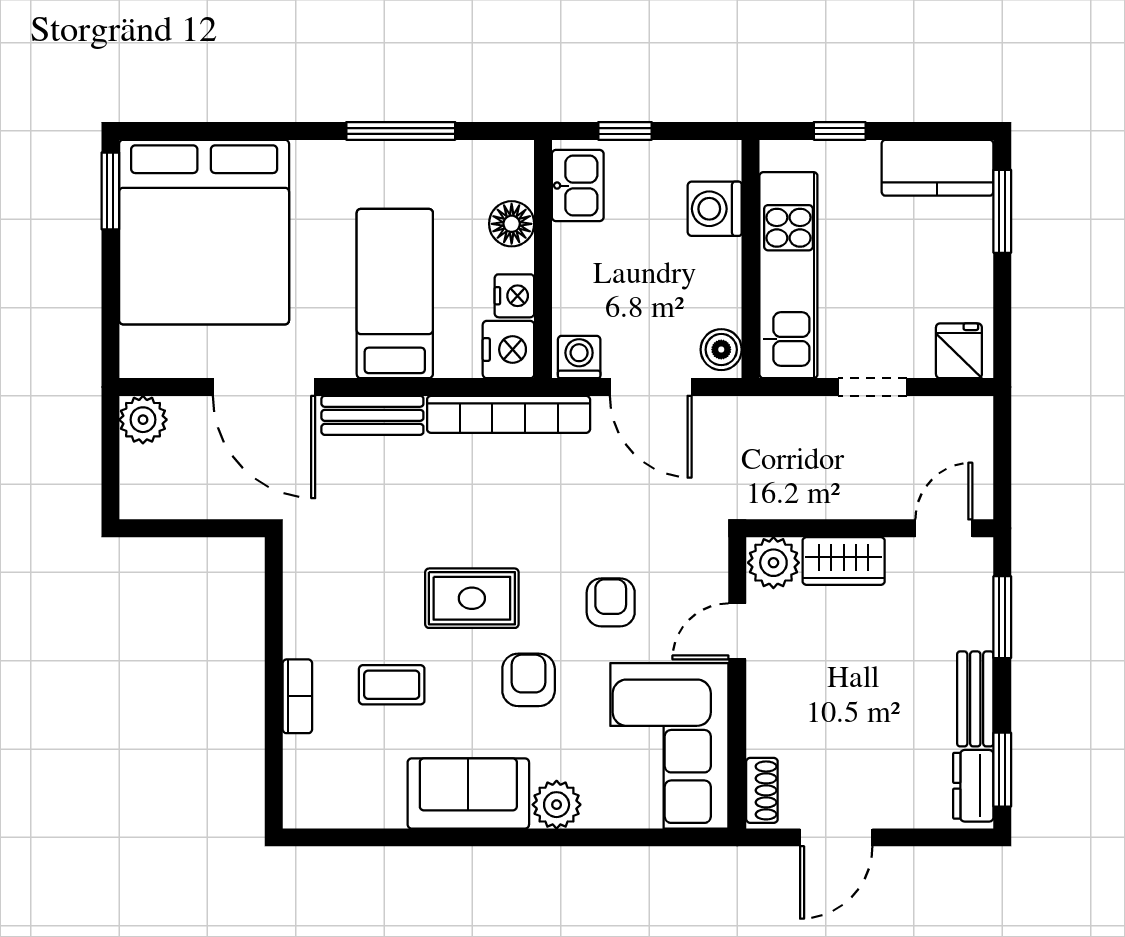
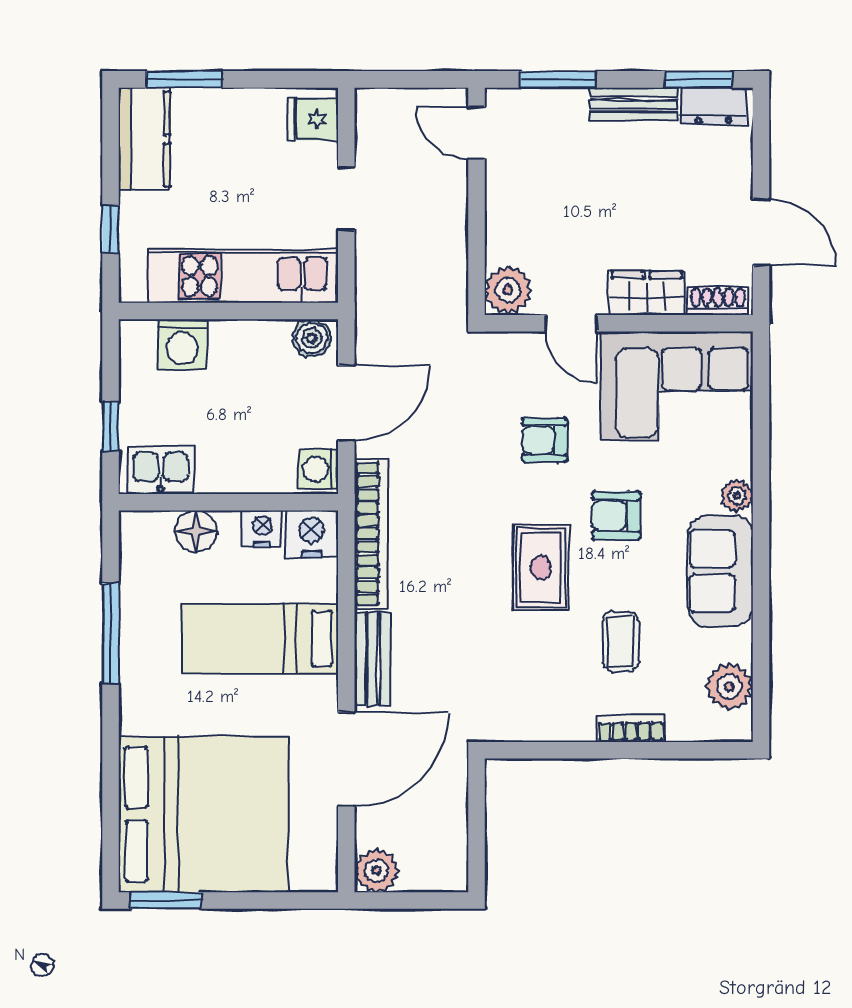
wardrobe: (844, 561) -> (647, 293), moved, turned -90
plant: (343, 803) -> (729, 686), added
plant: (557, 805) -> (737, 496), width x0.73, depth x0.73

